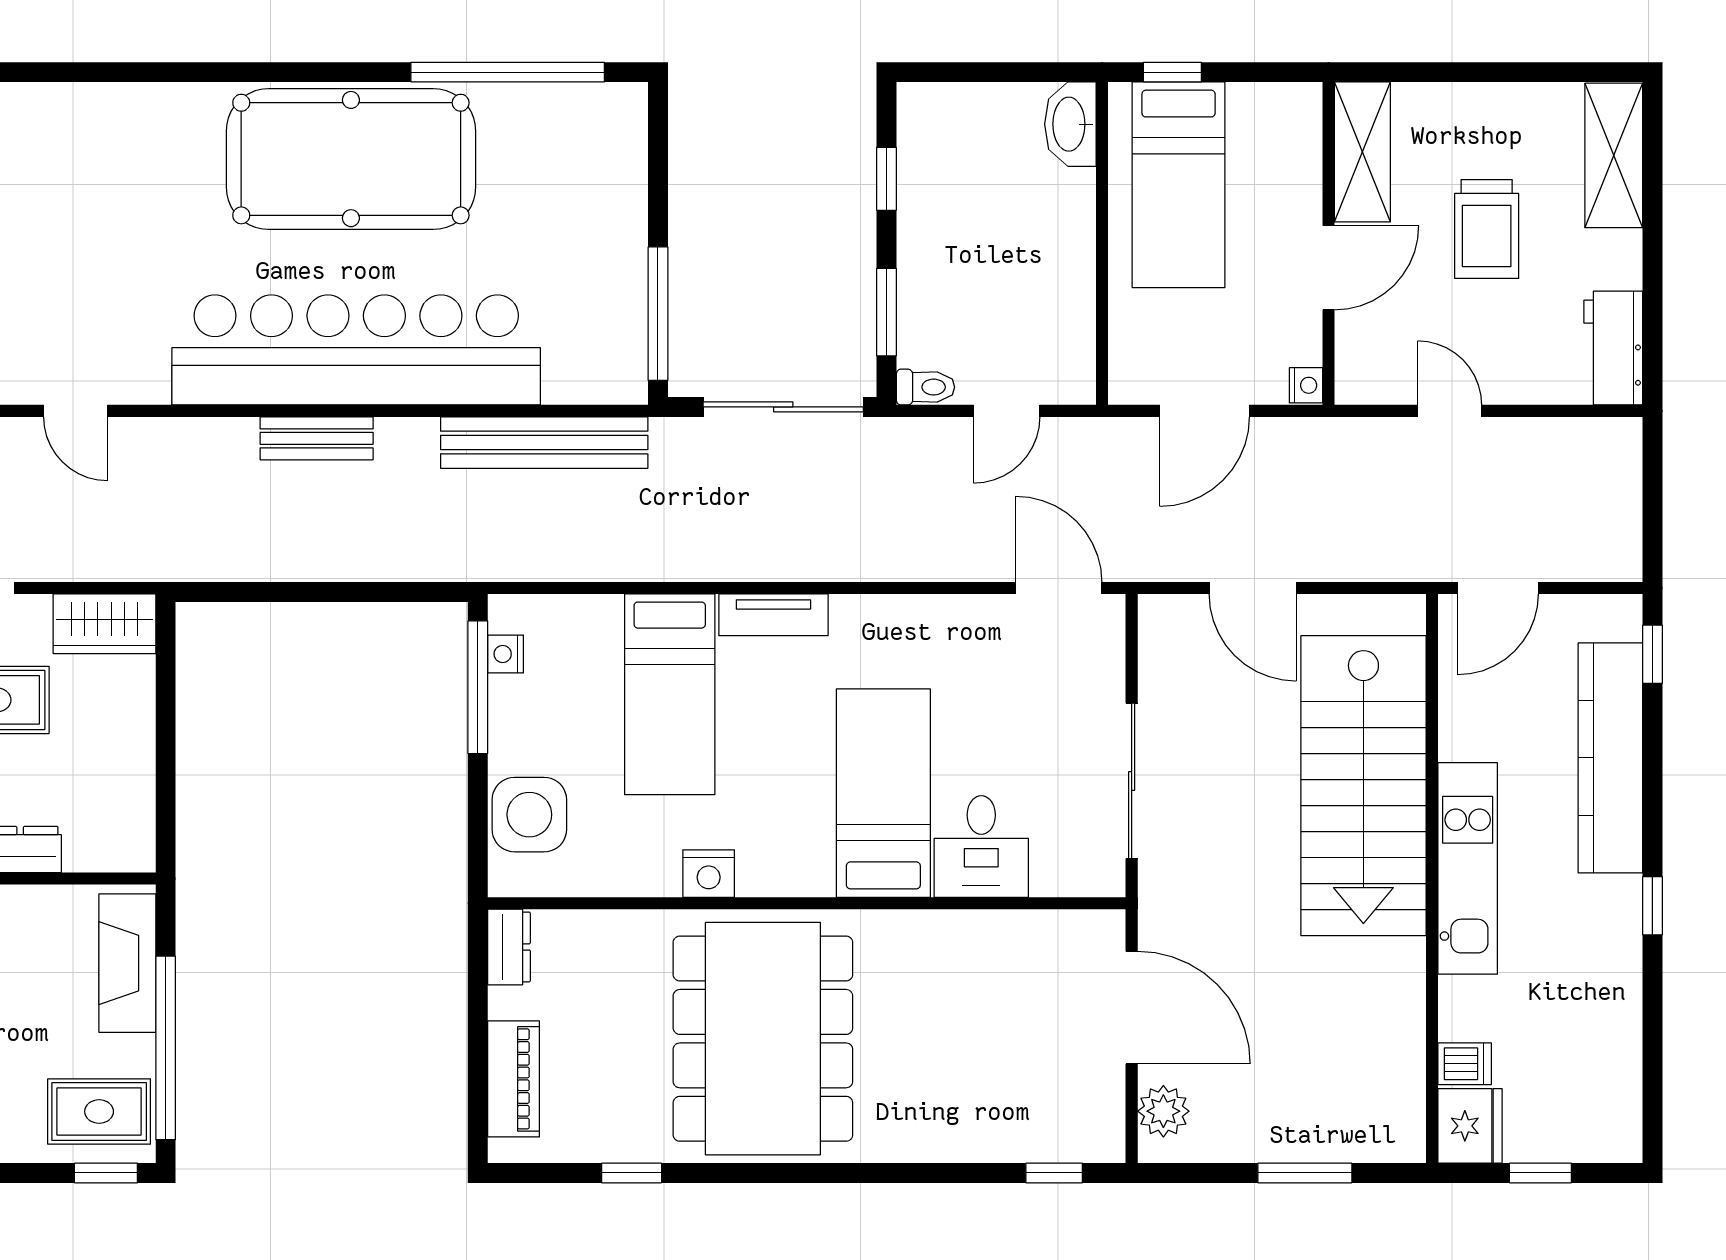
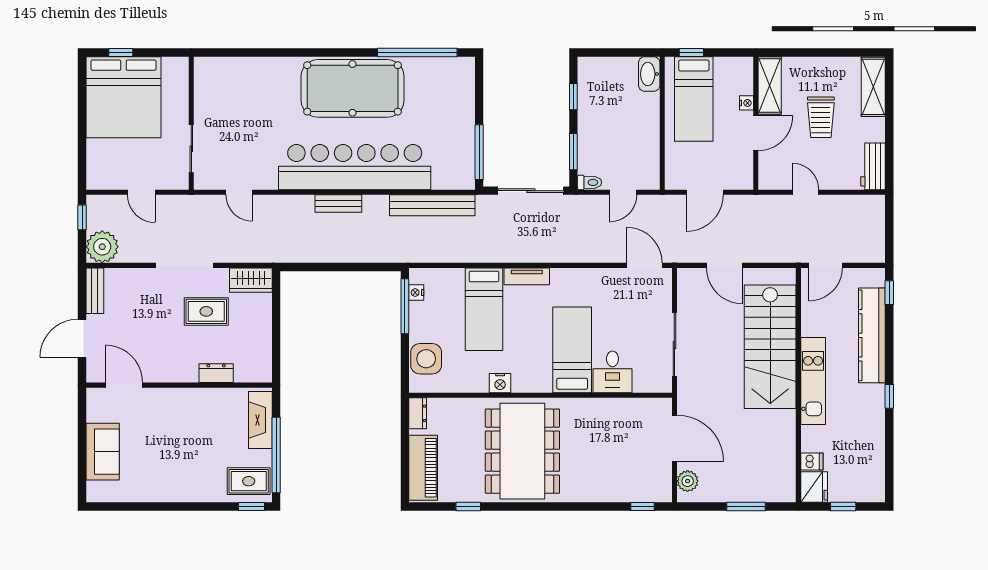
nightstand: (1306, 385) -> (746, 103), moved
piano: (514, 1079) -> (423, 468), width x1.37, depth x1.33

